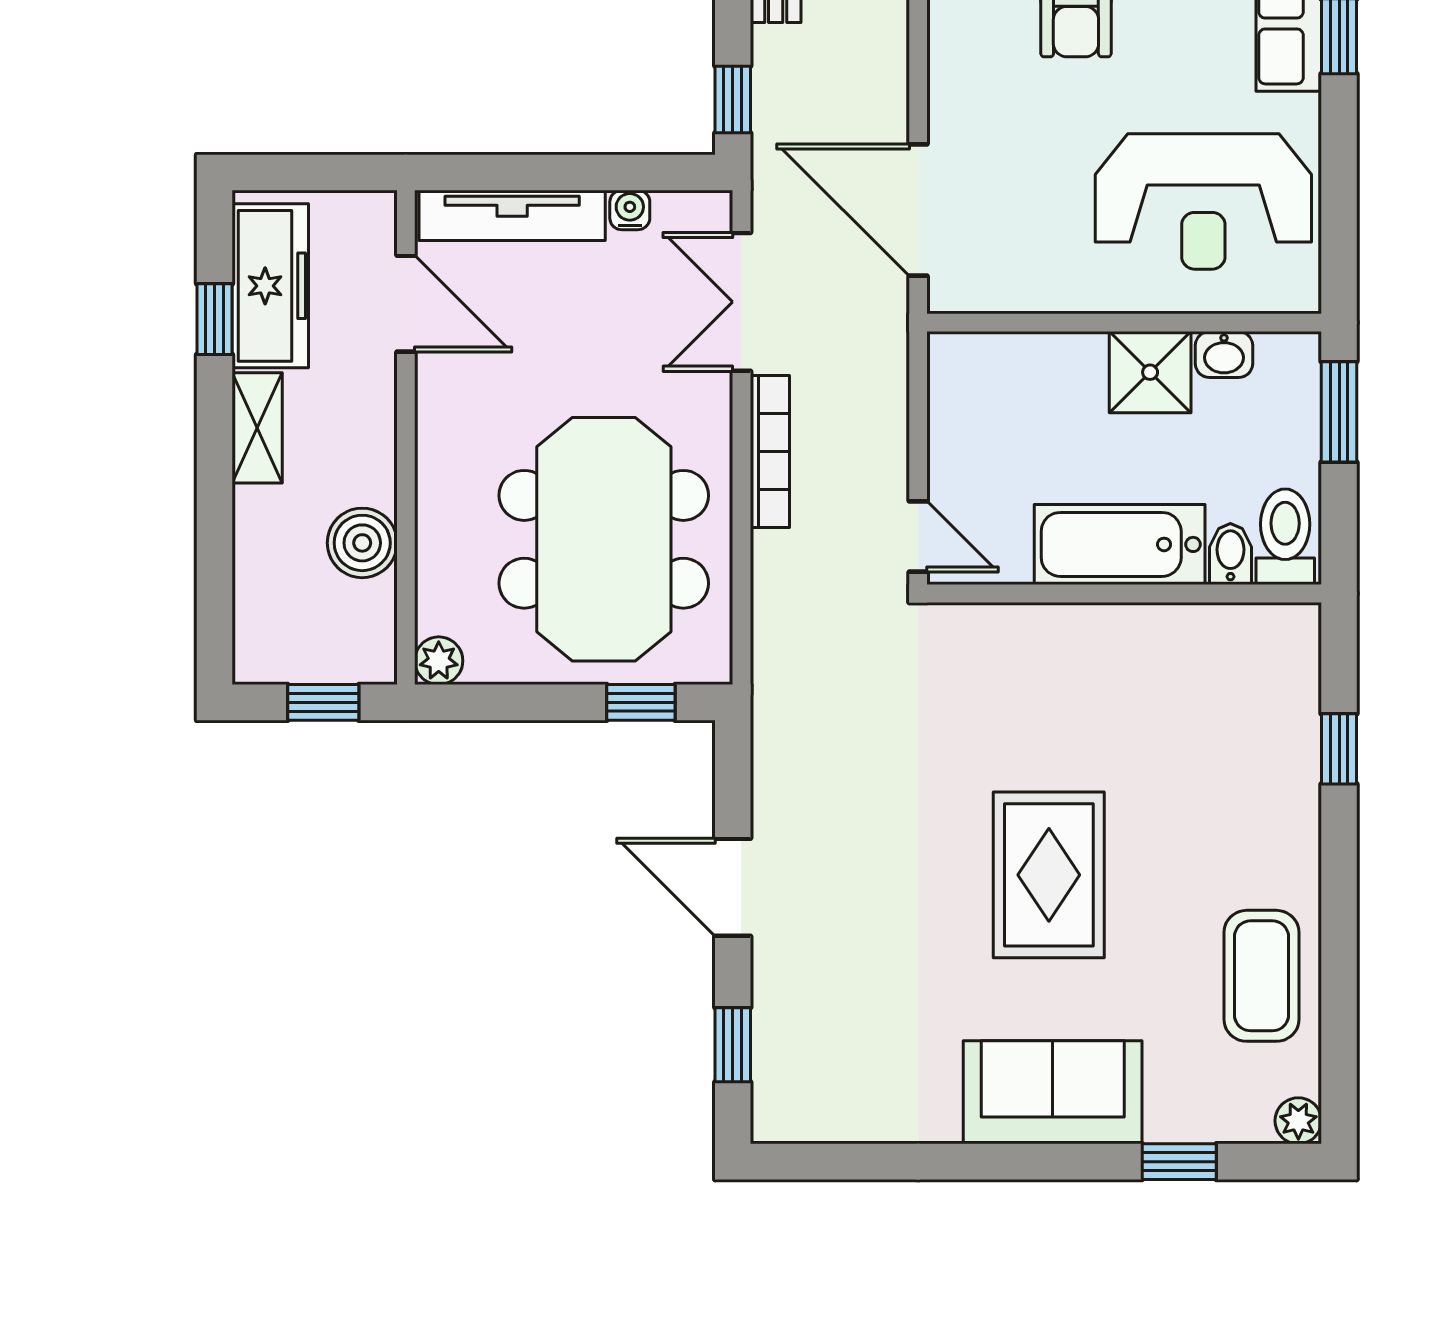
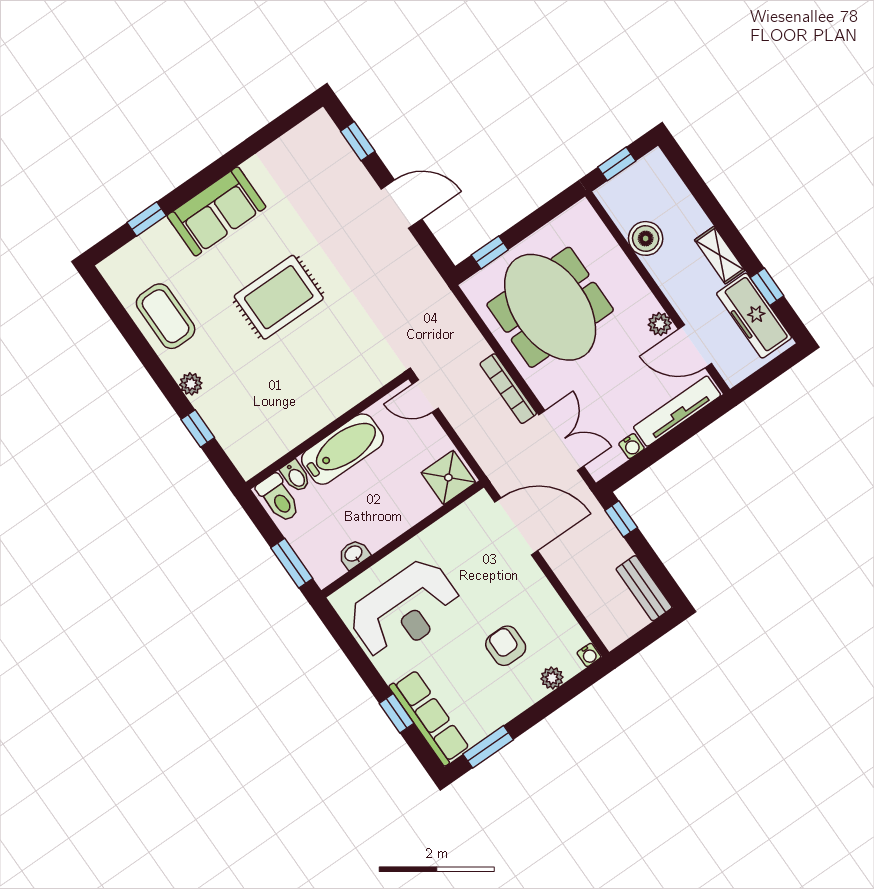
reception desk: (1203, 201) -> (405, 609), turned 180
shower: (1150, 372) -> (448, 477), moved
plant: (439, 661) -> (660, 324), moved
rug: (1049, 875) -> (279, 297), turned 90
plant: (1298, 1121) -> (191, 384), moved

